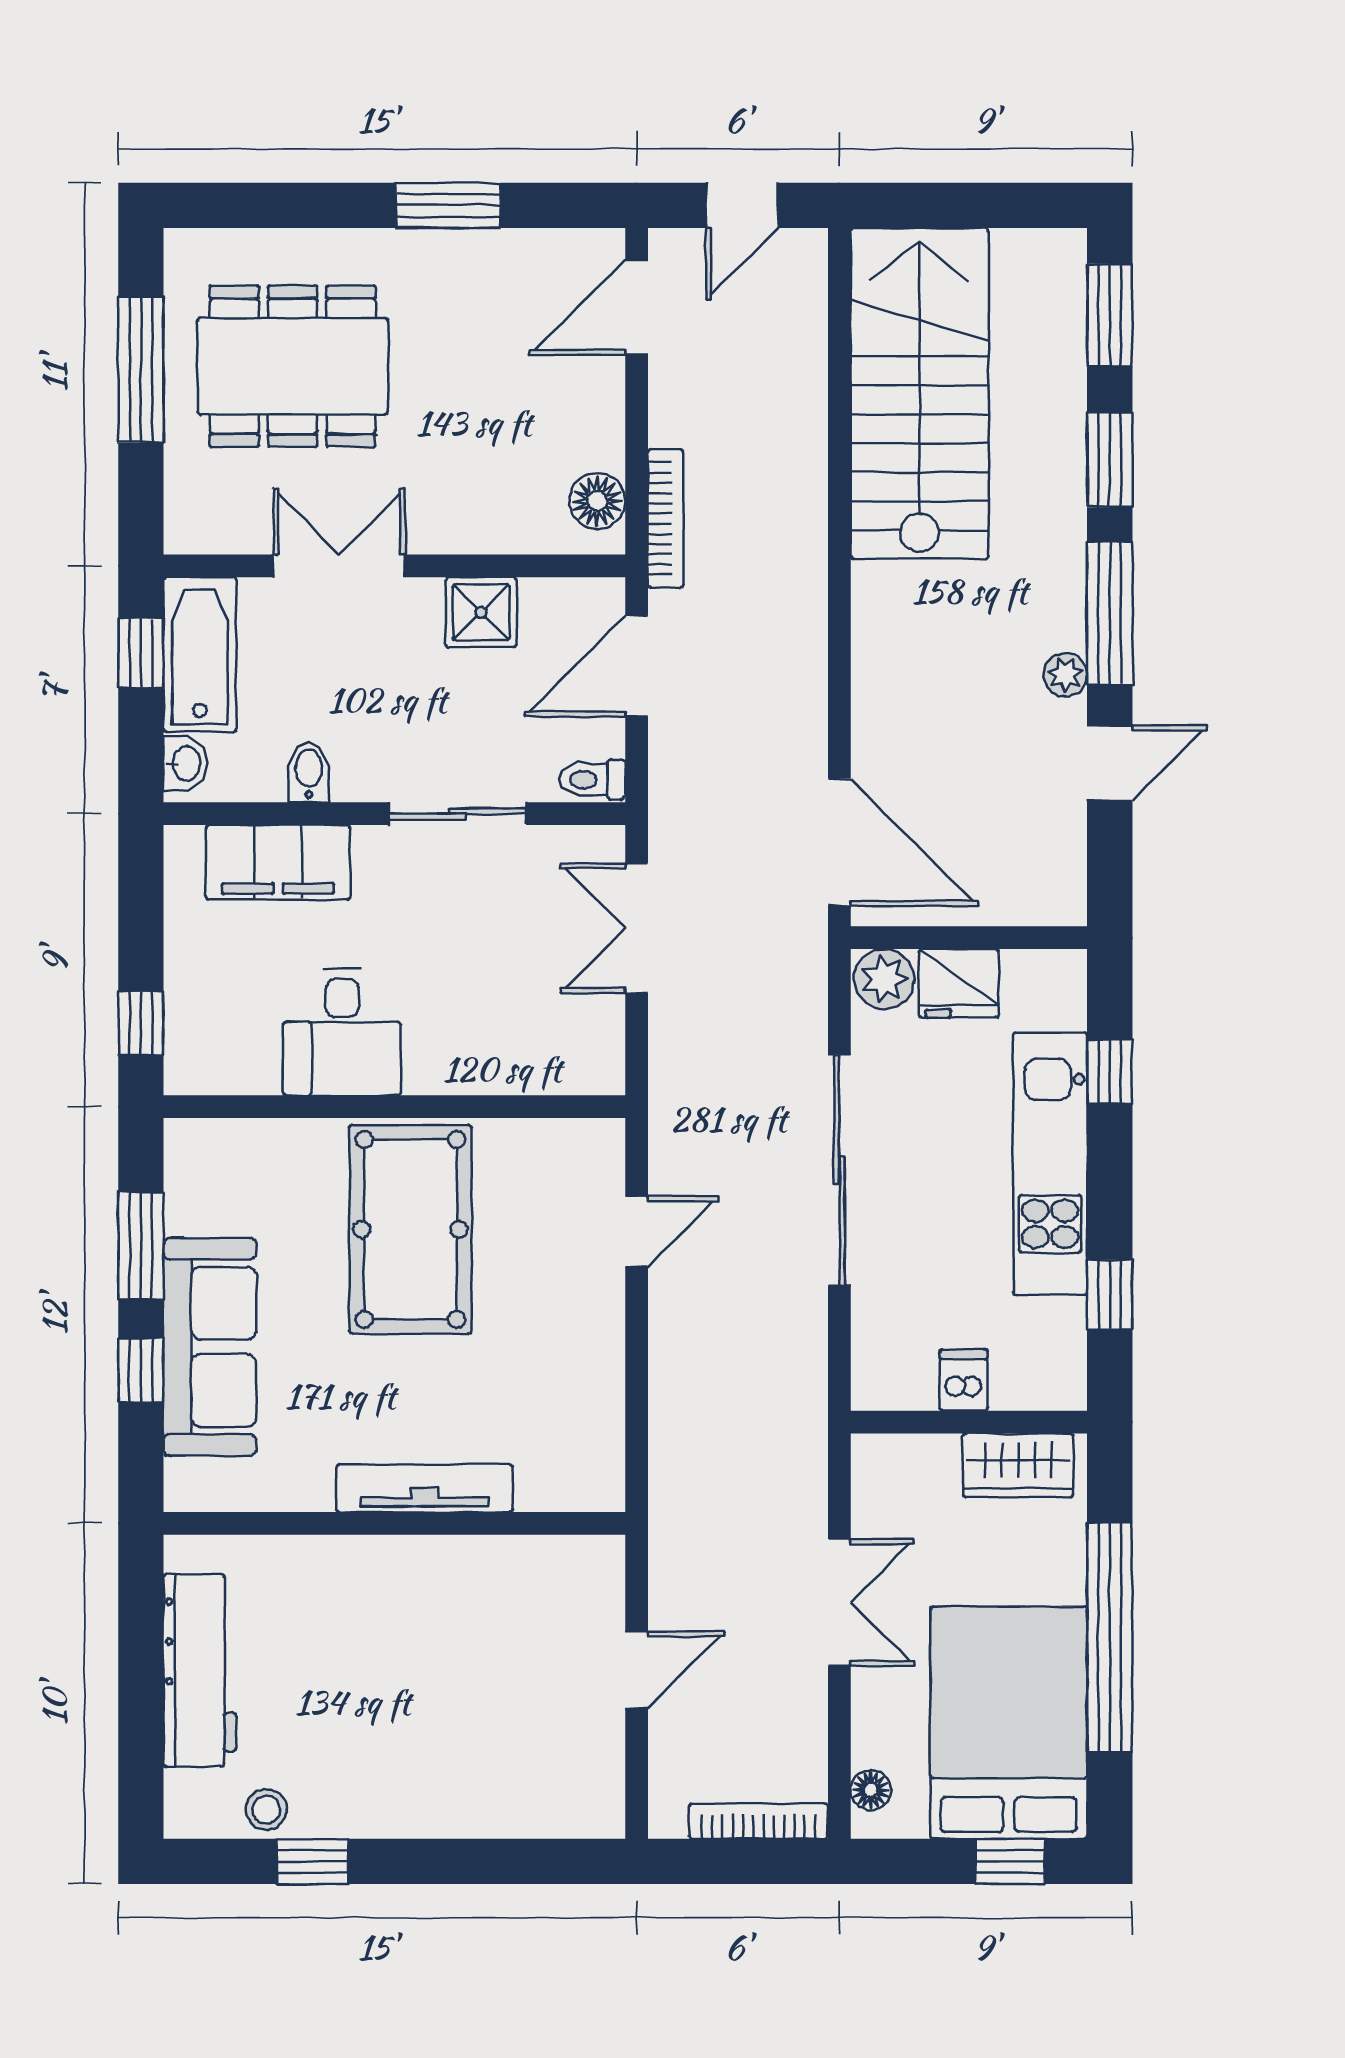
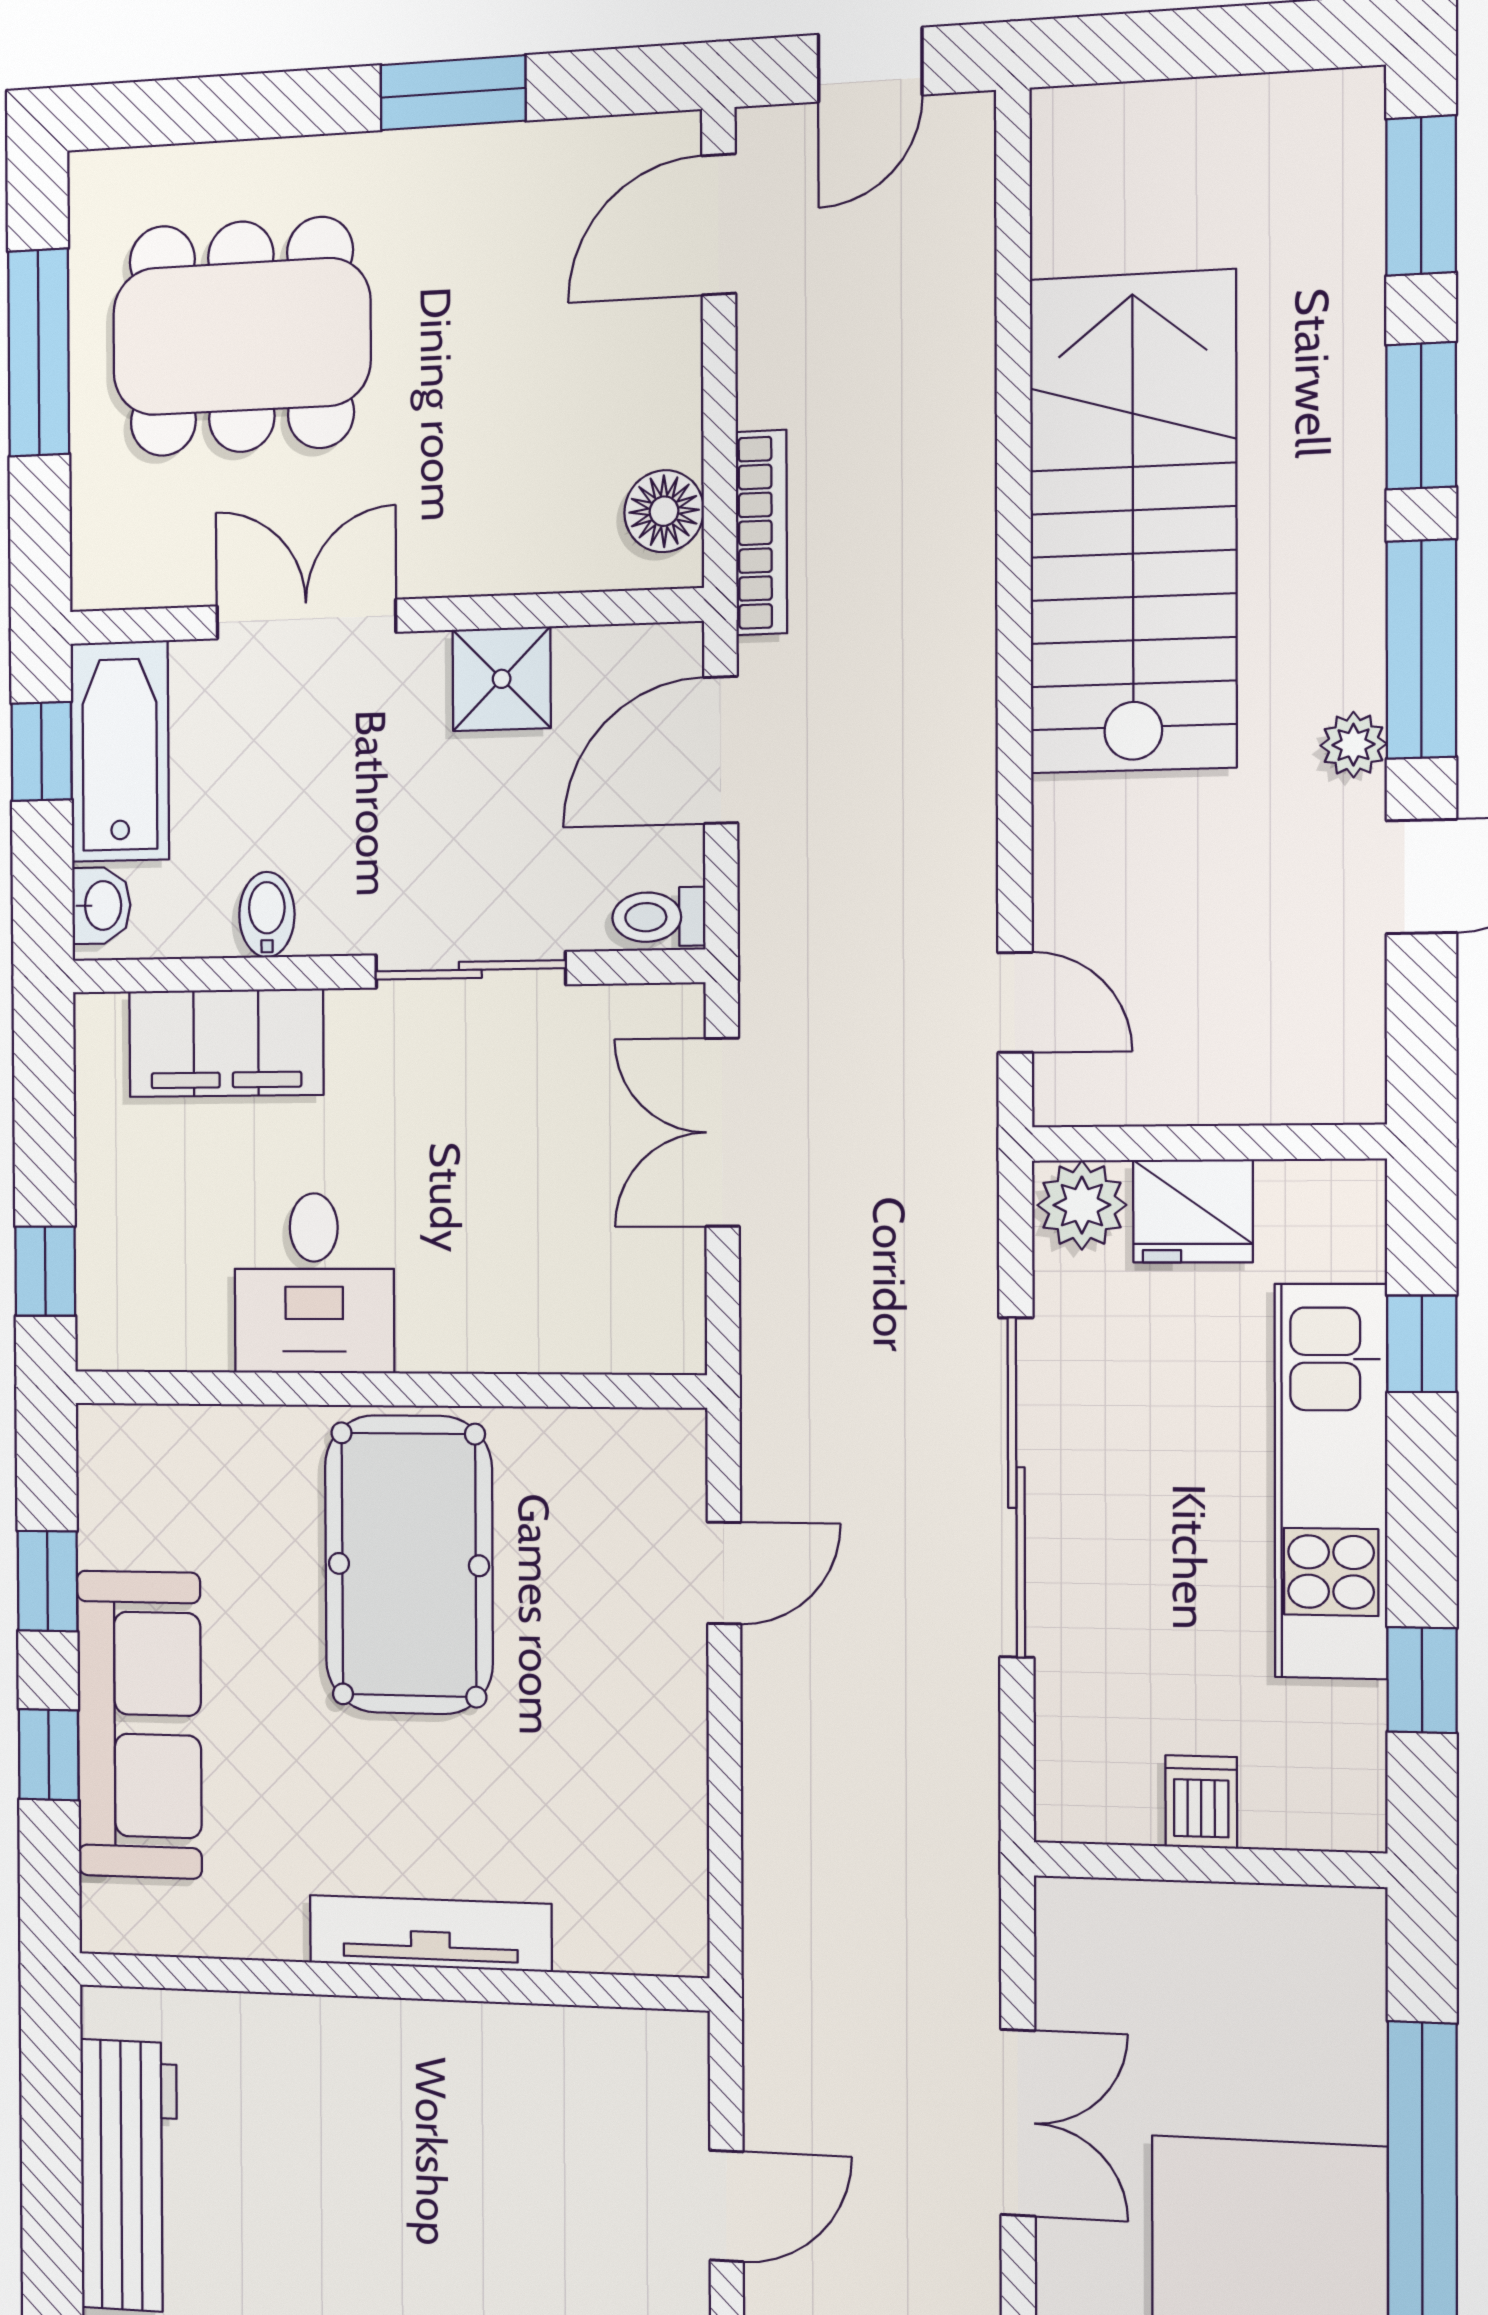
stairs: (920, 393) -> (1133, 523), moved
door: (839, 842) -> (1015, 1002), width x0.53
window: (141, 1246) -> (47, 1581), width x0.67
wardrobe: (1018, 1465) -> (1283, 1931), removed

